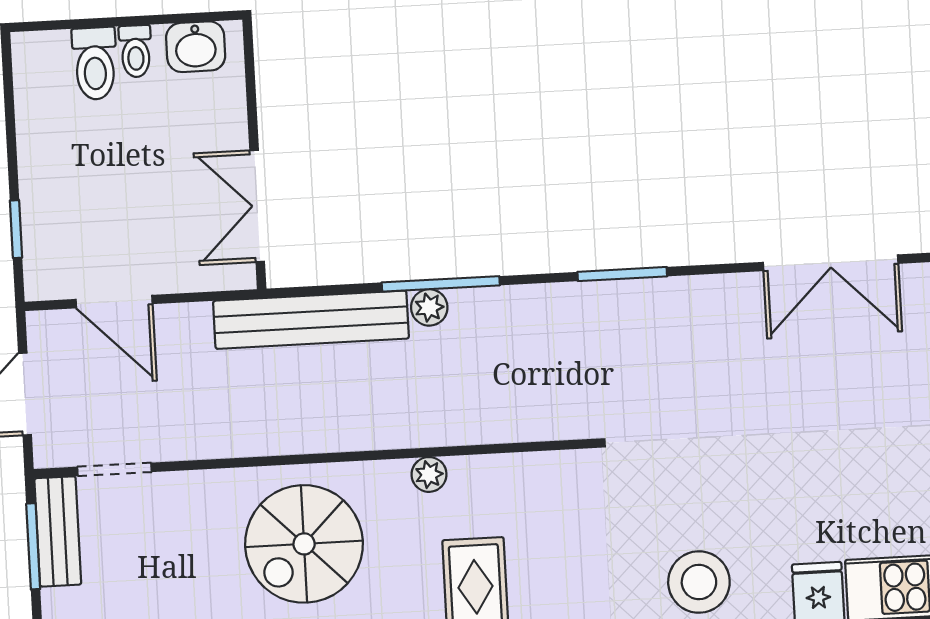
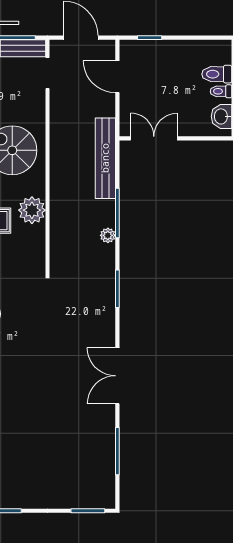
door: (114, 302) -> (117, 77), hinge flipped
plant: (429, 307) -> (108, 235), moved
plant: (429, 474) -> (32, 210), width x1.88, depth x1.88

